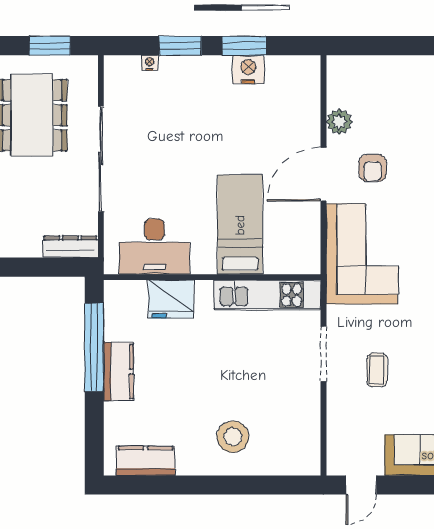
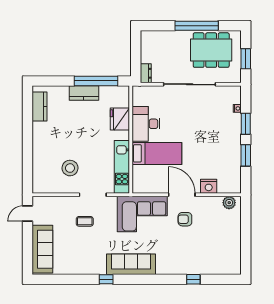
nightstand: (248, 69) -> (209, 186), moved, turned 90
plant: (339, 122) -> (229, 203), moved
dresser: (70, 247) -> (146, 73), width x0.70
desk: (154, 247) -> (146, 124), moved
stool: (233, 437) -> (70, 168), moved
door: (361, 485) -> (28, 213), hinge flipped

